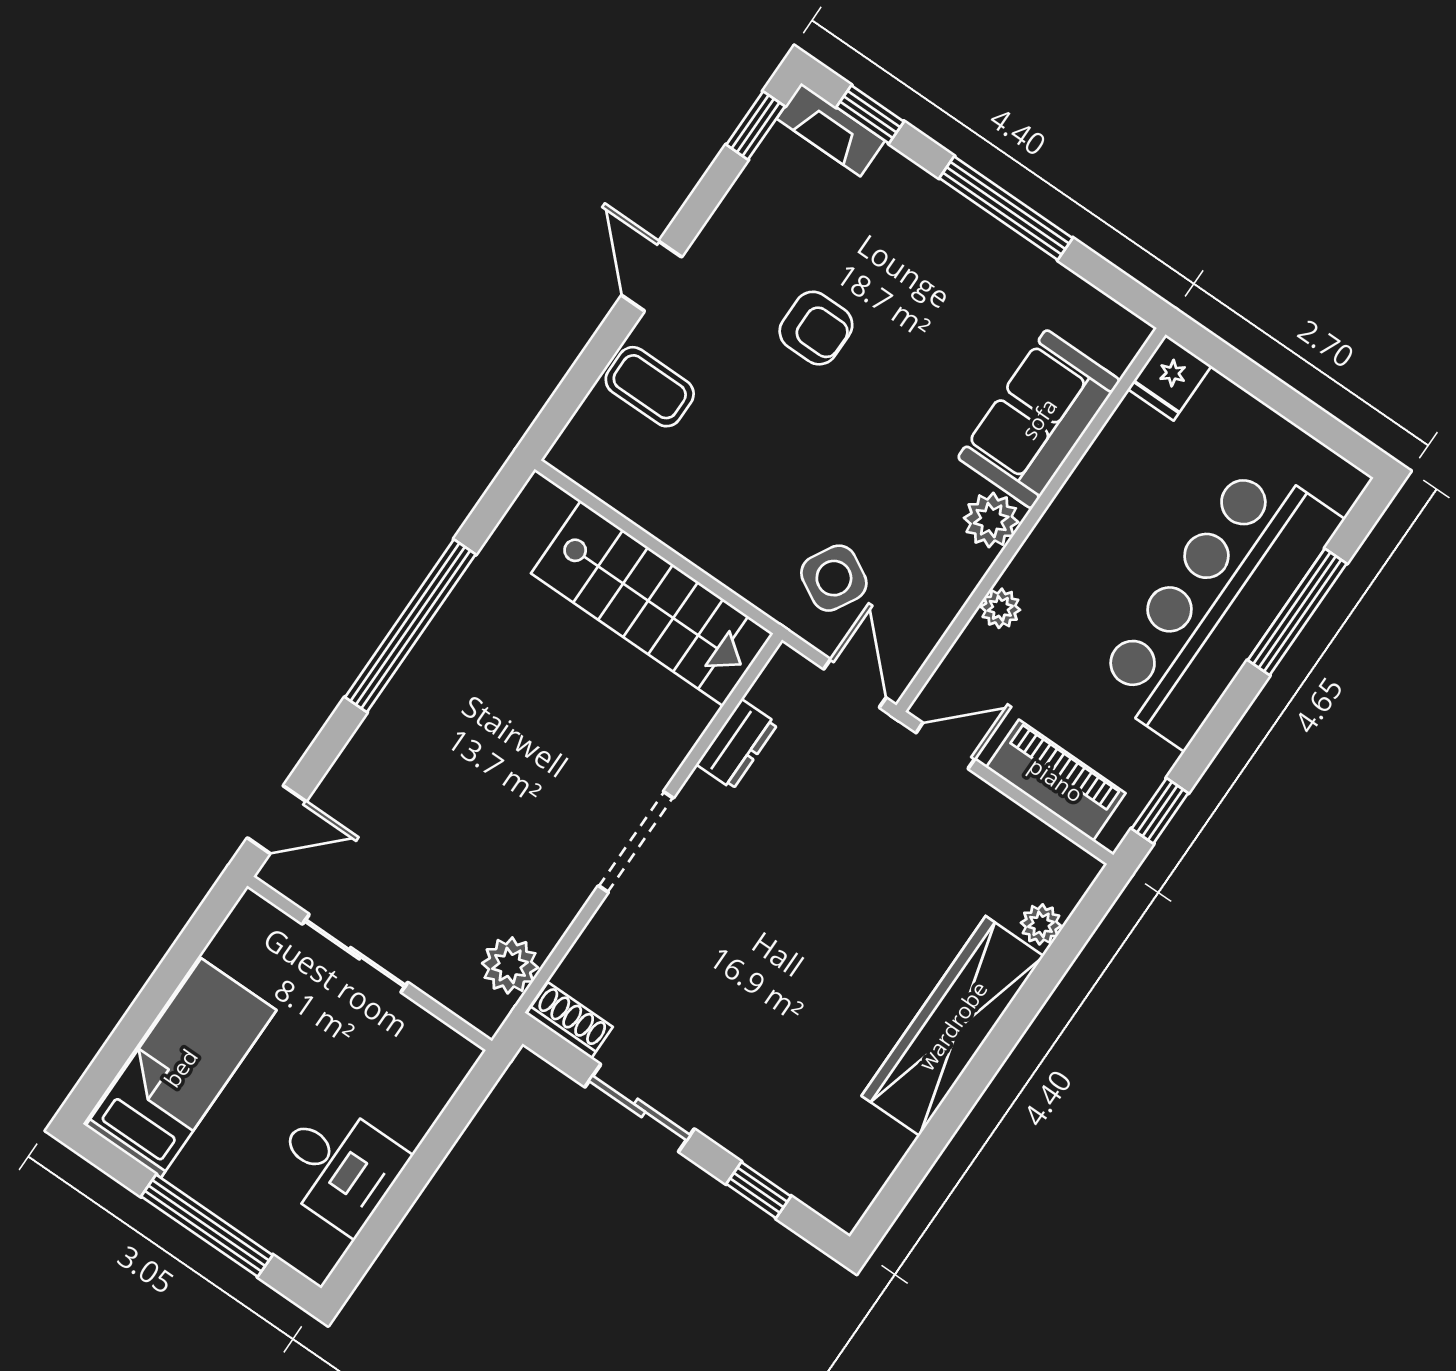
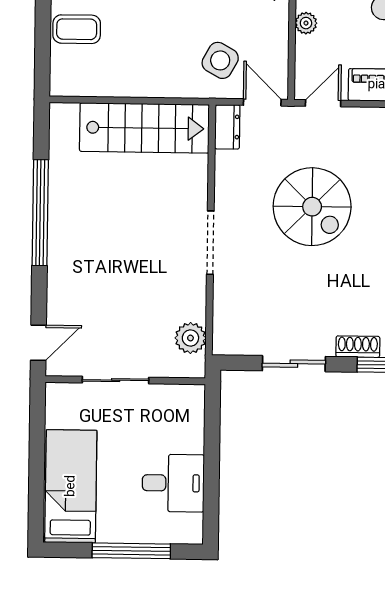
dresser: (737, 744) -> (227, 127), moved
spiral stairs: (825, 890) -> (312, 207), added
shoe rack: (570, 1020) -> (358, 347), moved

